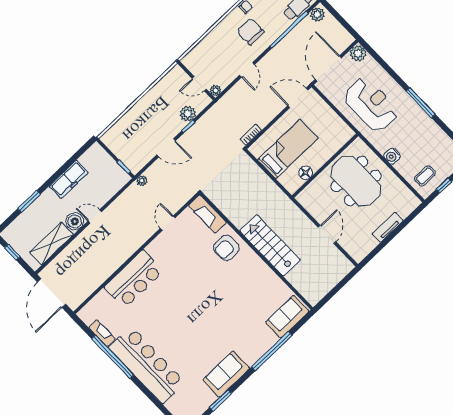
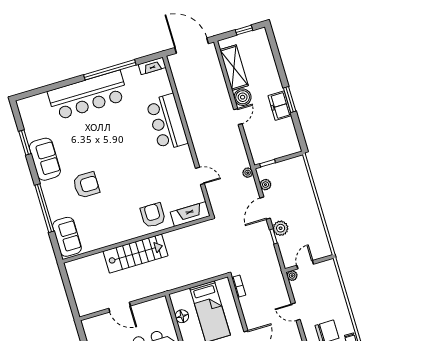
plant: (188, 114) -> (281, 228), moved
plant: (144, 159) -> (266, 185), added
freezer: (69, 179) -> (280, 106), width x0.71
window: (29, 201) -> (290, 100), moved
armchair: (230, 324) -> (86, 185), added
fireplace: (102, 333) -> (152, 66), moved

